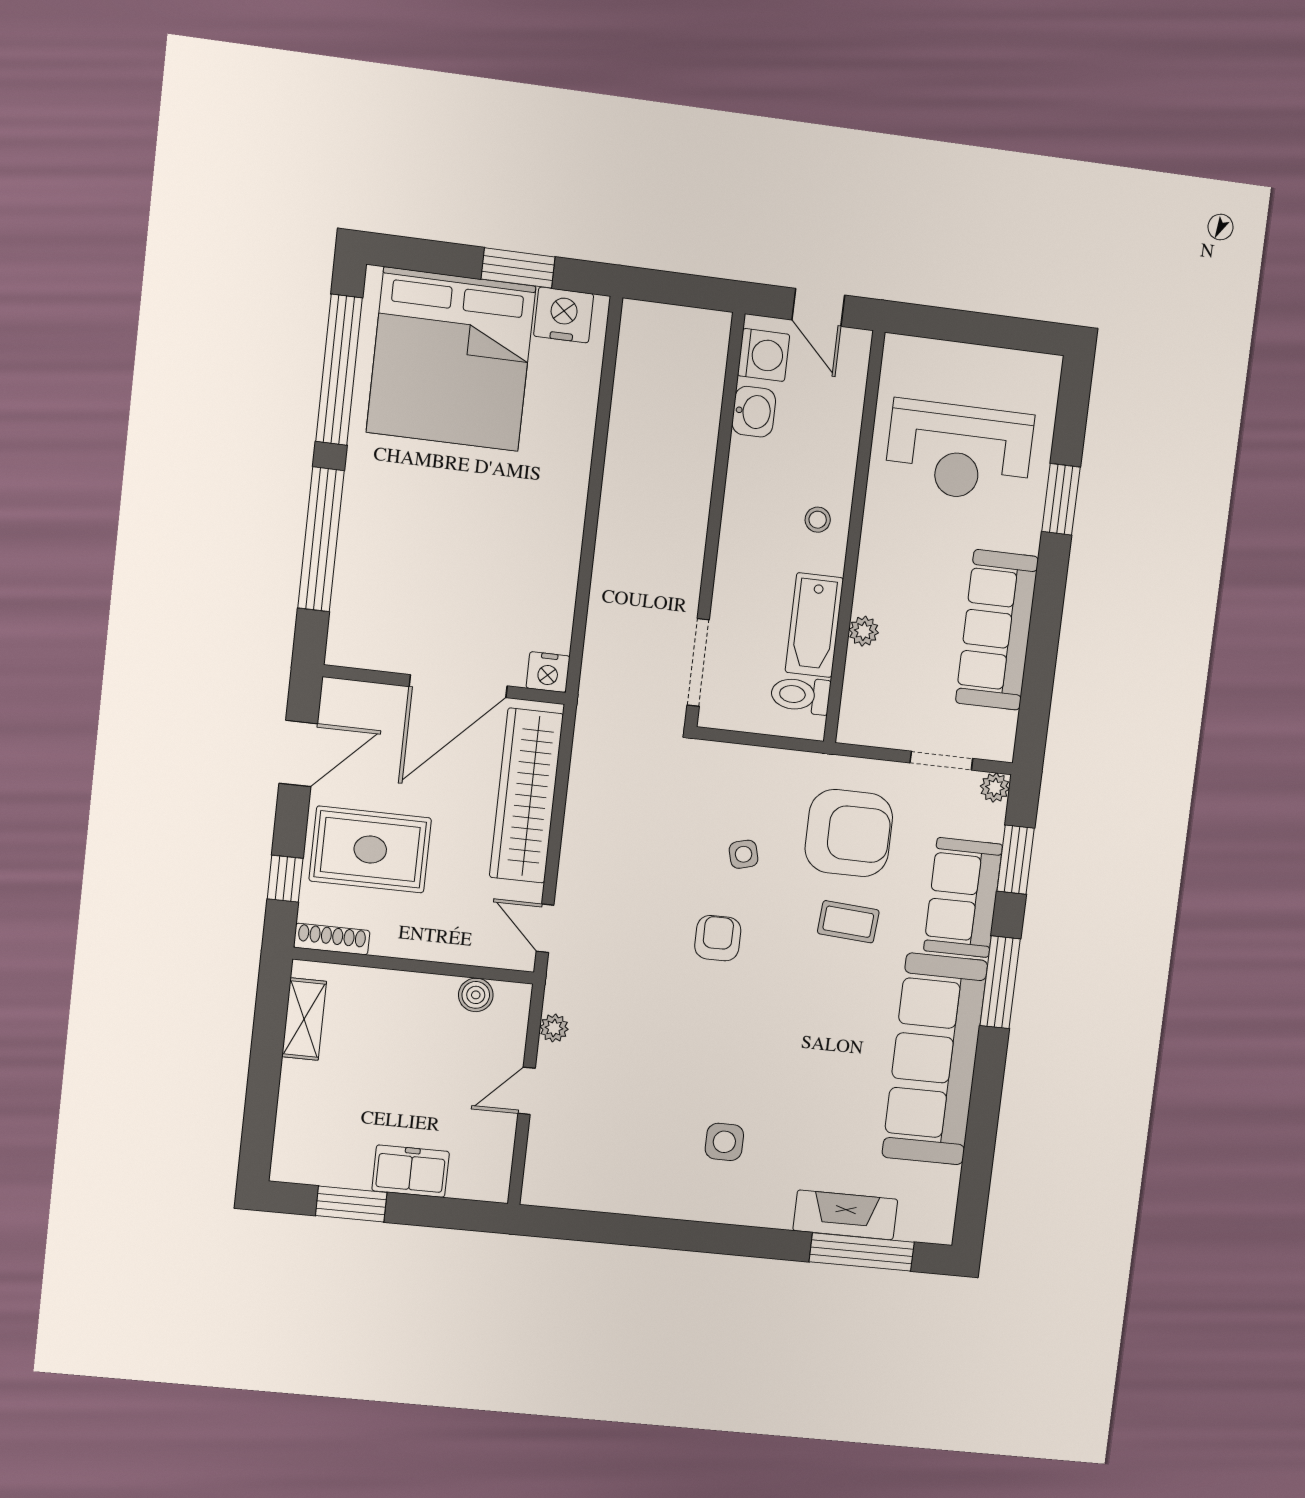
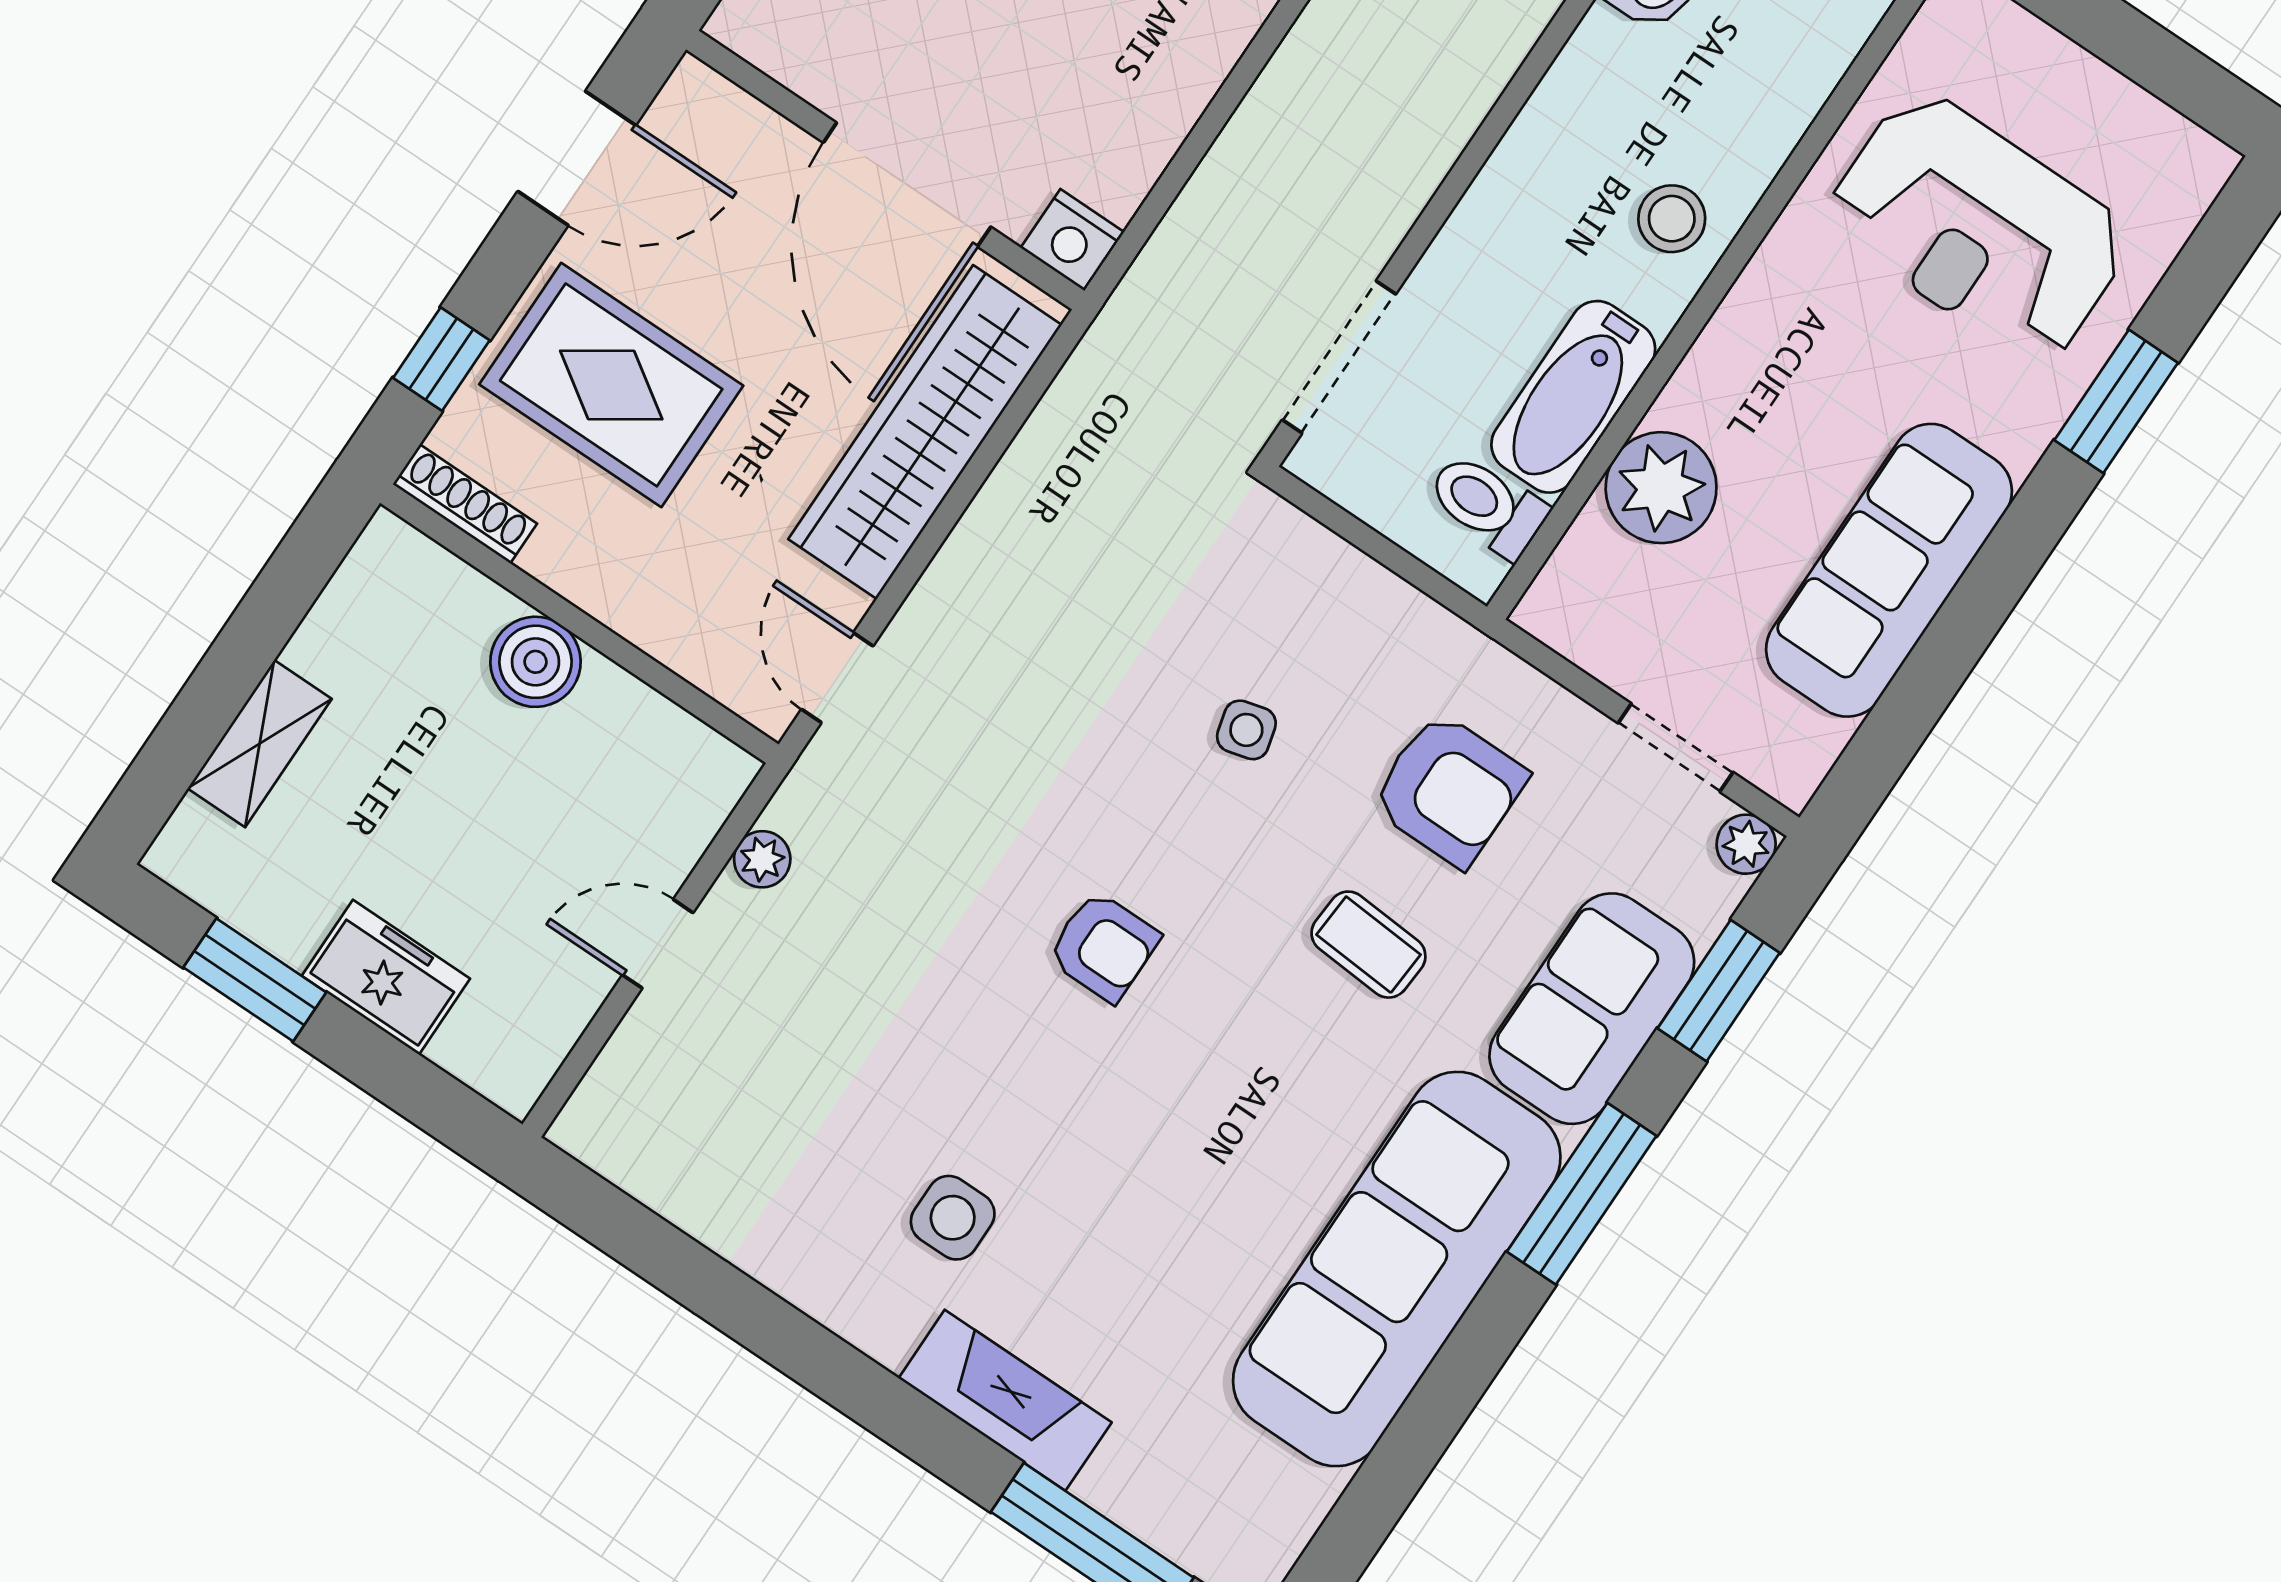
stool: (818, 520) -> (1672, 219), width x1.37, depth x1.37
plant: (864, 631) -> (1661, 488), width x1.88, depth x1.88
door: (458, 686) -> (907, 185), hinge flipped
armchair: (849, 833) -> (1449, 789), width x0.73, depth x0.73
armchair: (718, 938) -> (1104, 947), moved, turned 90
boiler: (476, 995) -> (536, 662), moved, width x1.36, depth x1.36
shelving: (304, 1019) -> (260, 744), moved
fireplace: (845, 1215) -> (1005, 1400), moved

